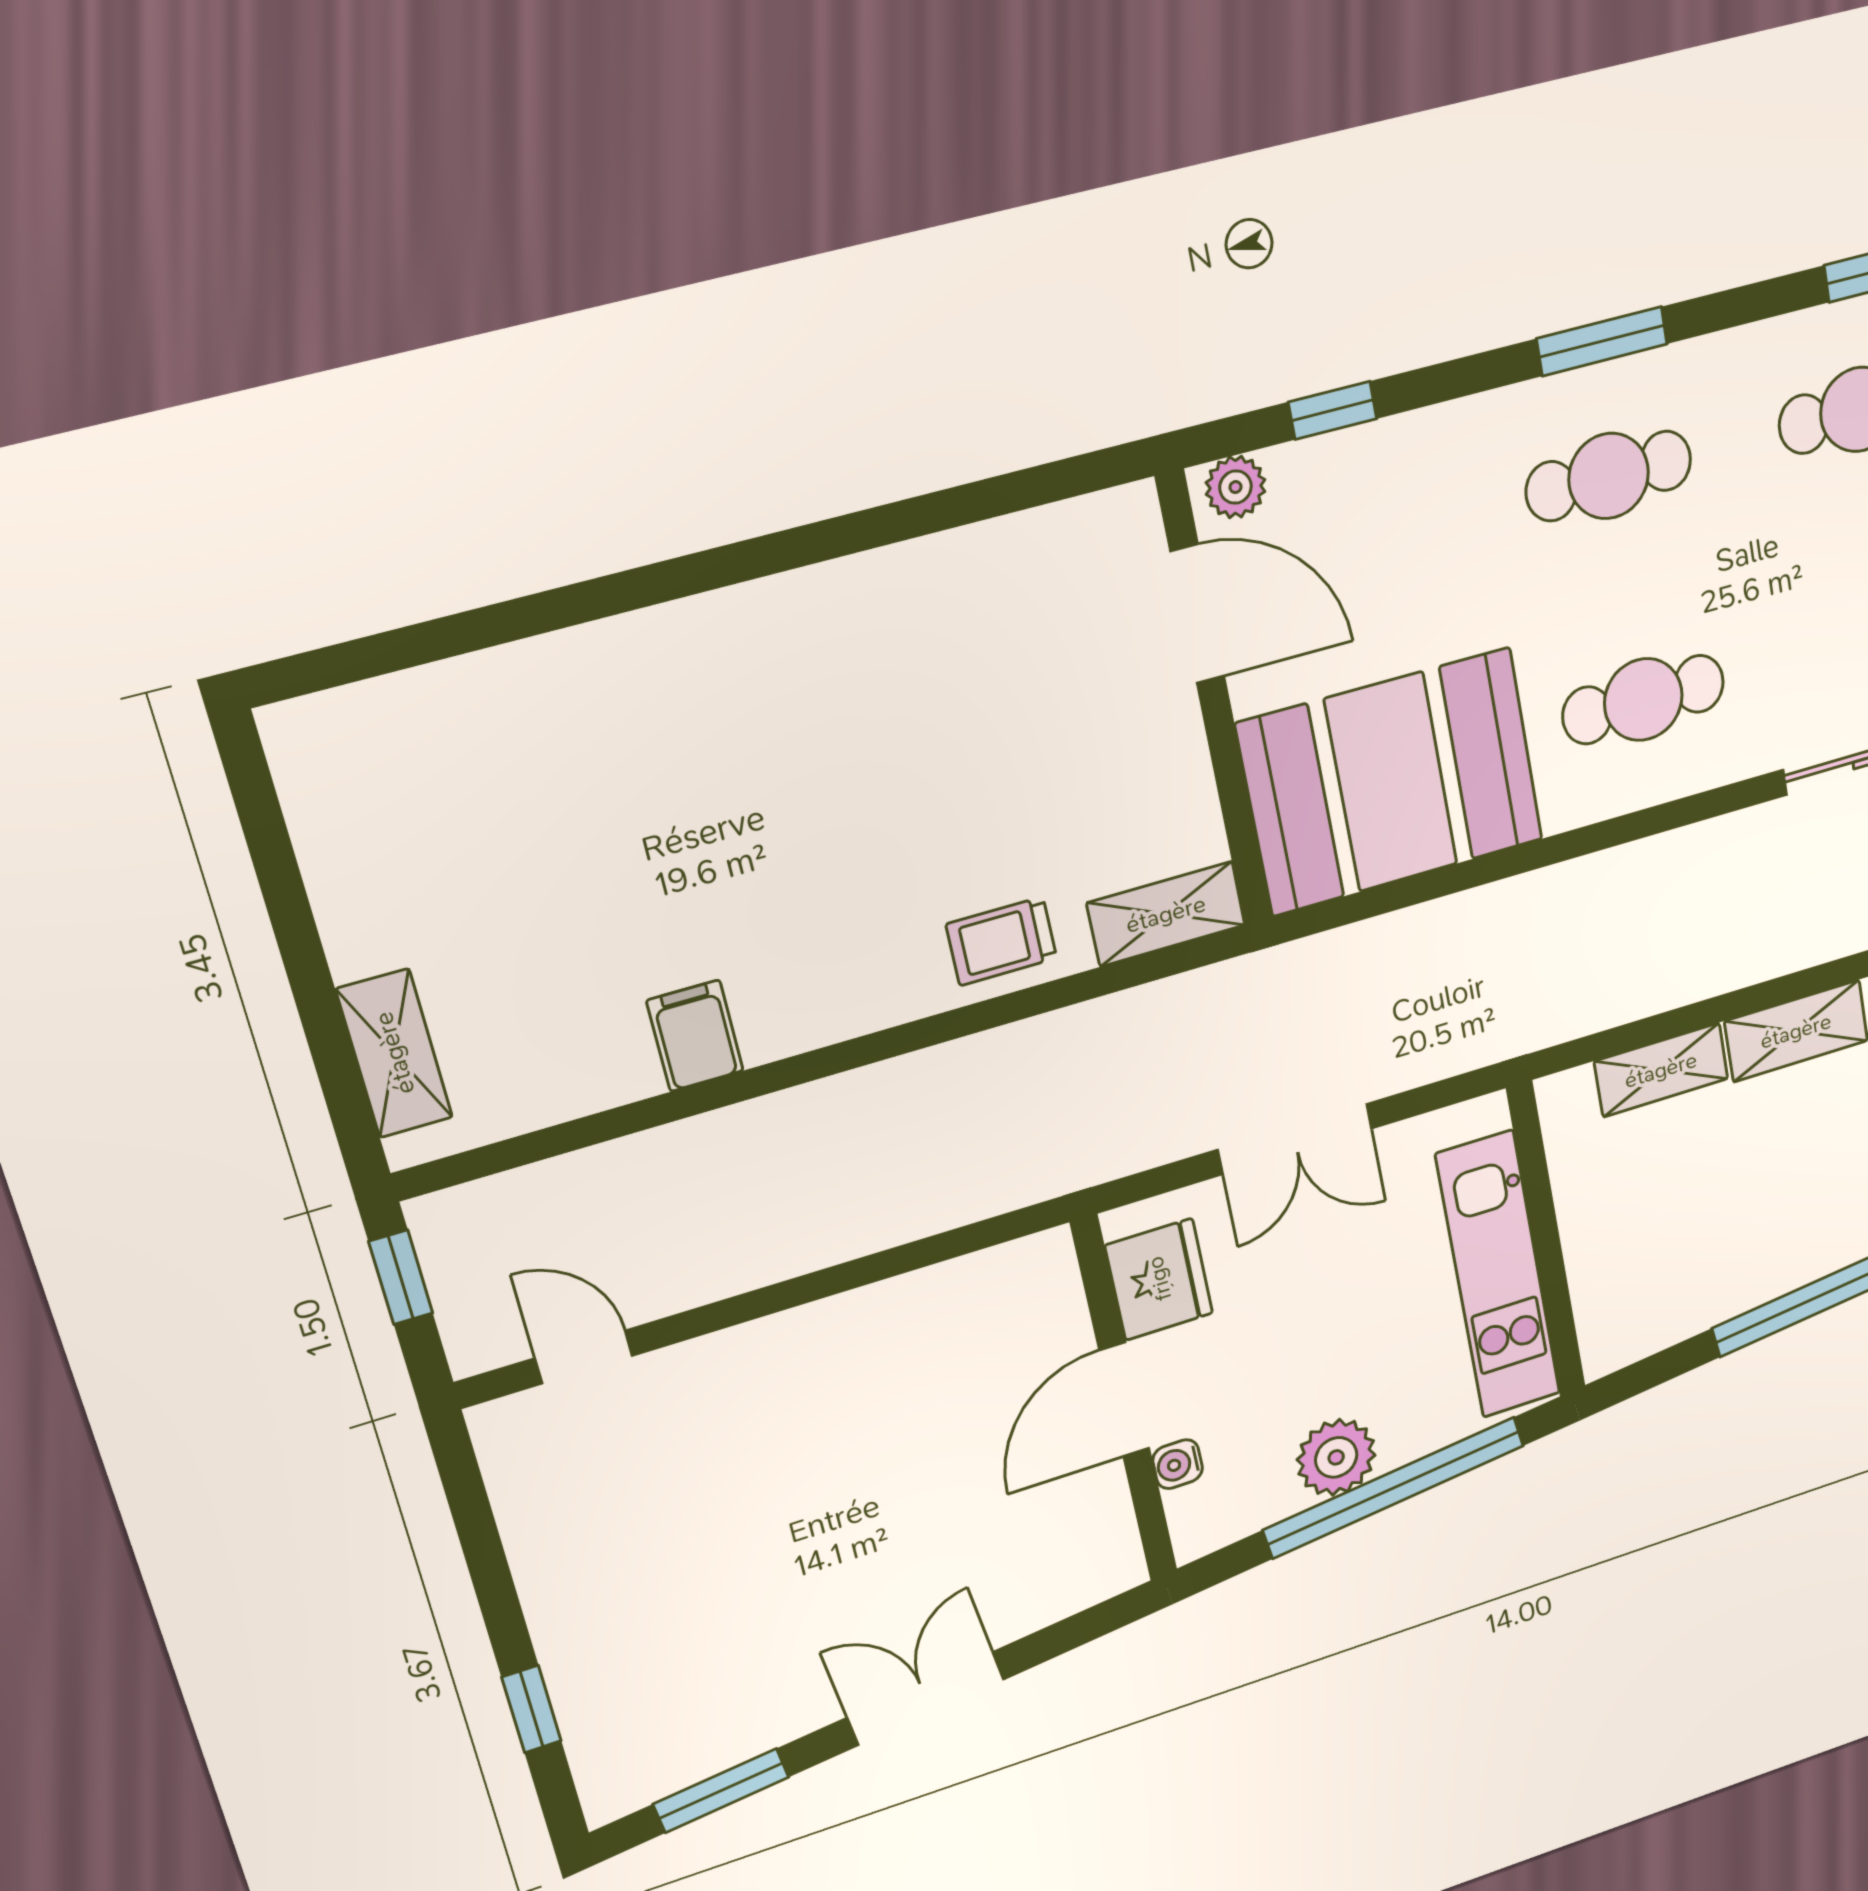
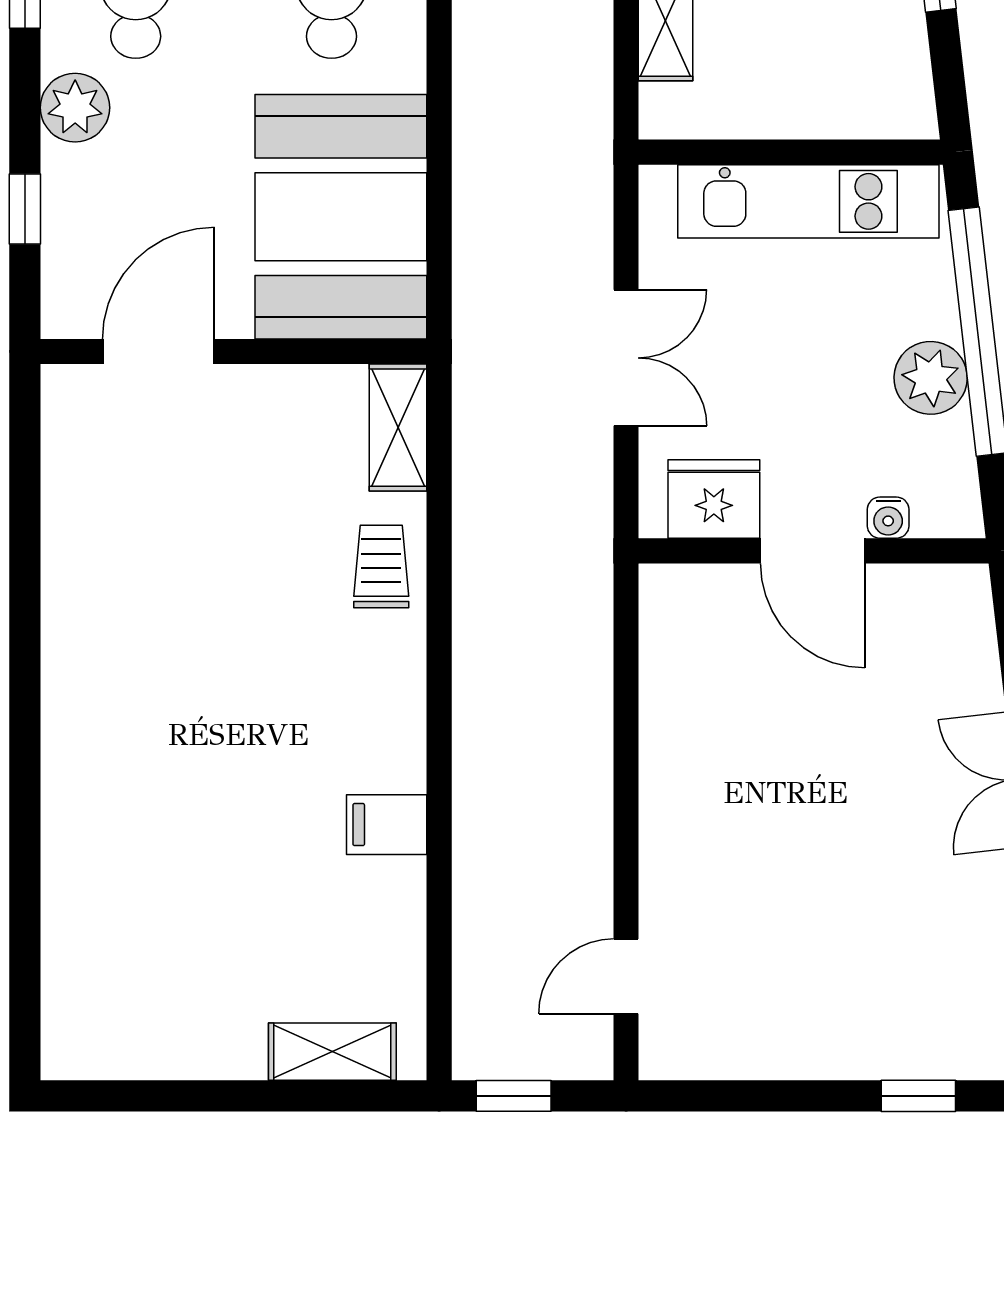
plant: (1235, 487) -> (75, 108), moved, width x1.38, depth x1.38
trolley: (1001, 941) -> (381, 566), turned 180

